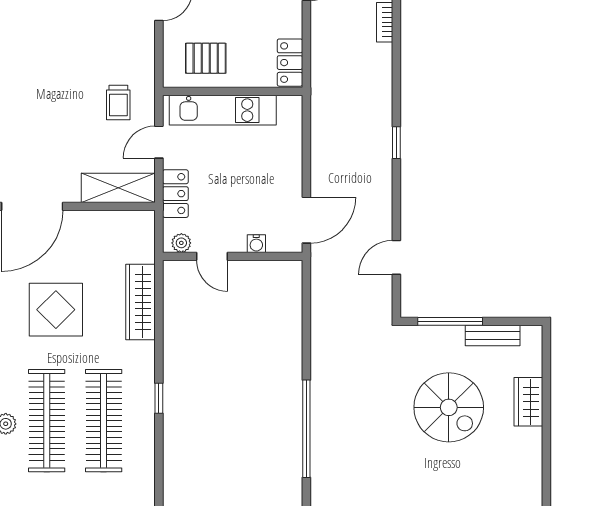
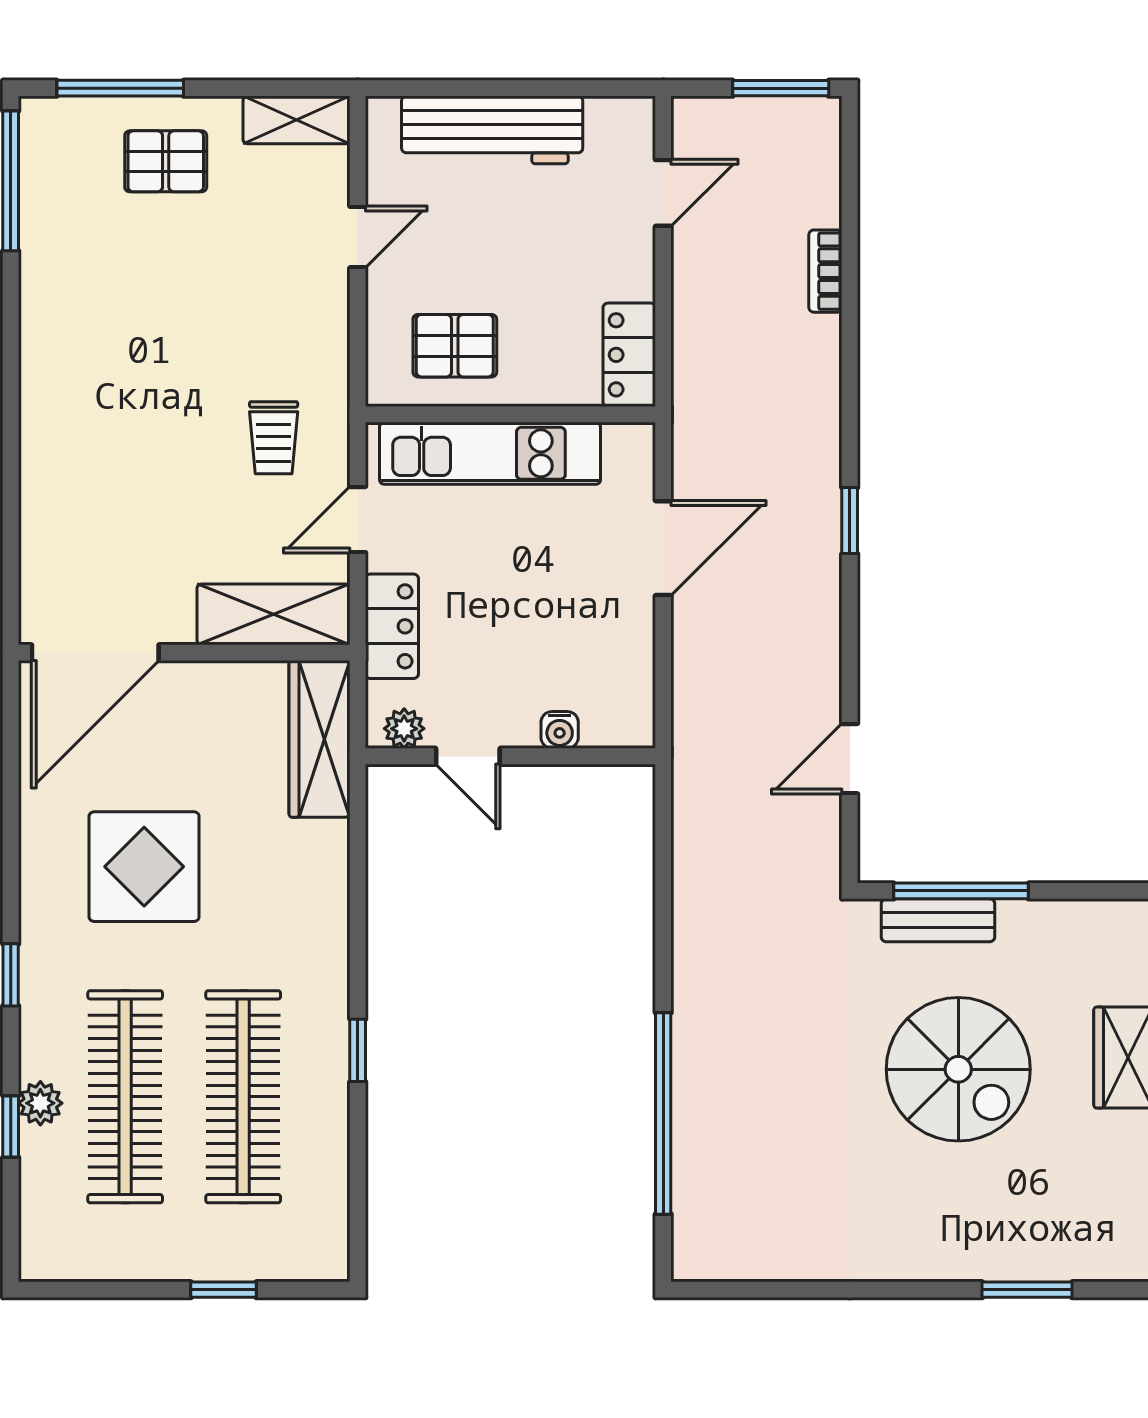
door: (306, 220) -> (663, 548), moved
wardrobe: (140, 302) -> (320, 739), moved
bench: (493, 335) -> (938, 920), moved

